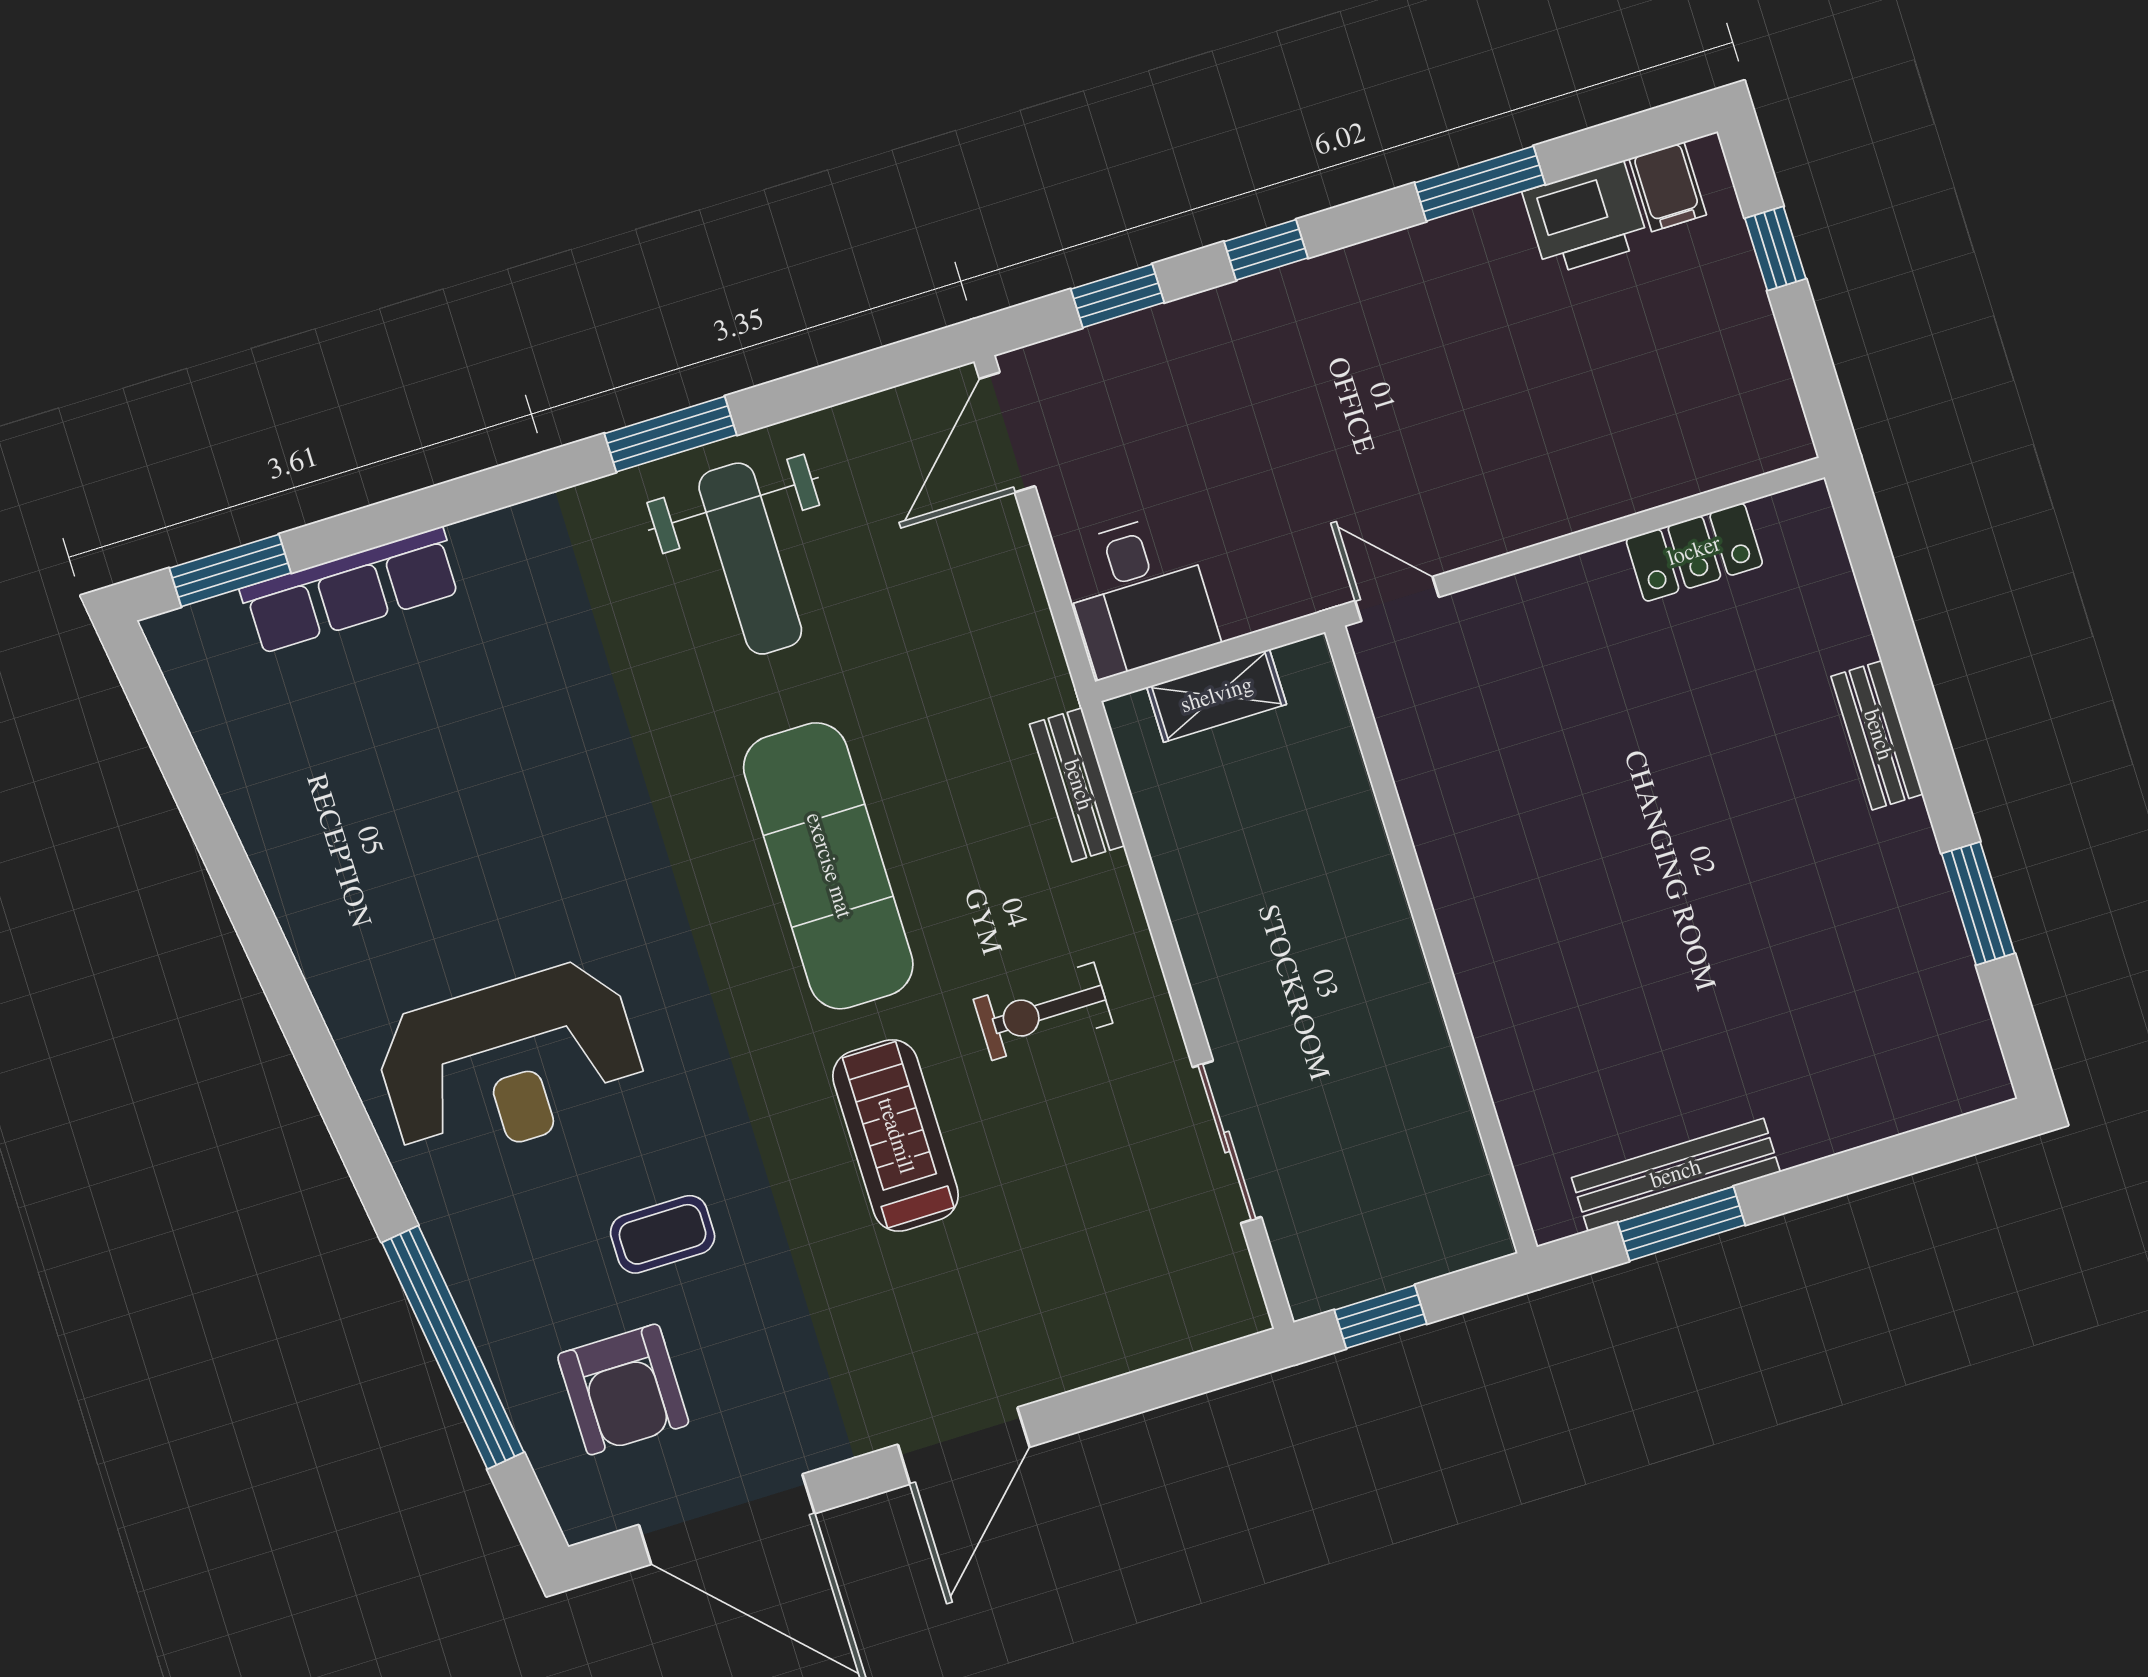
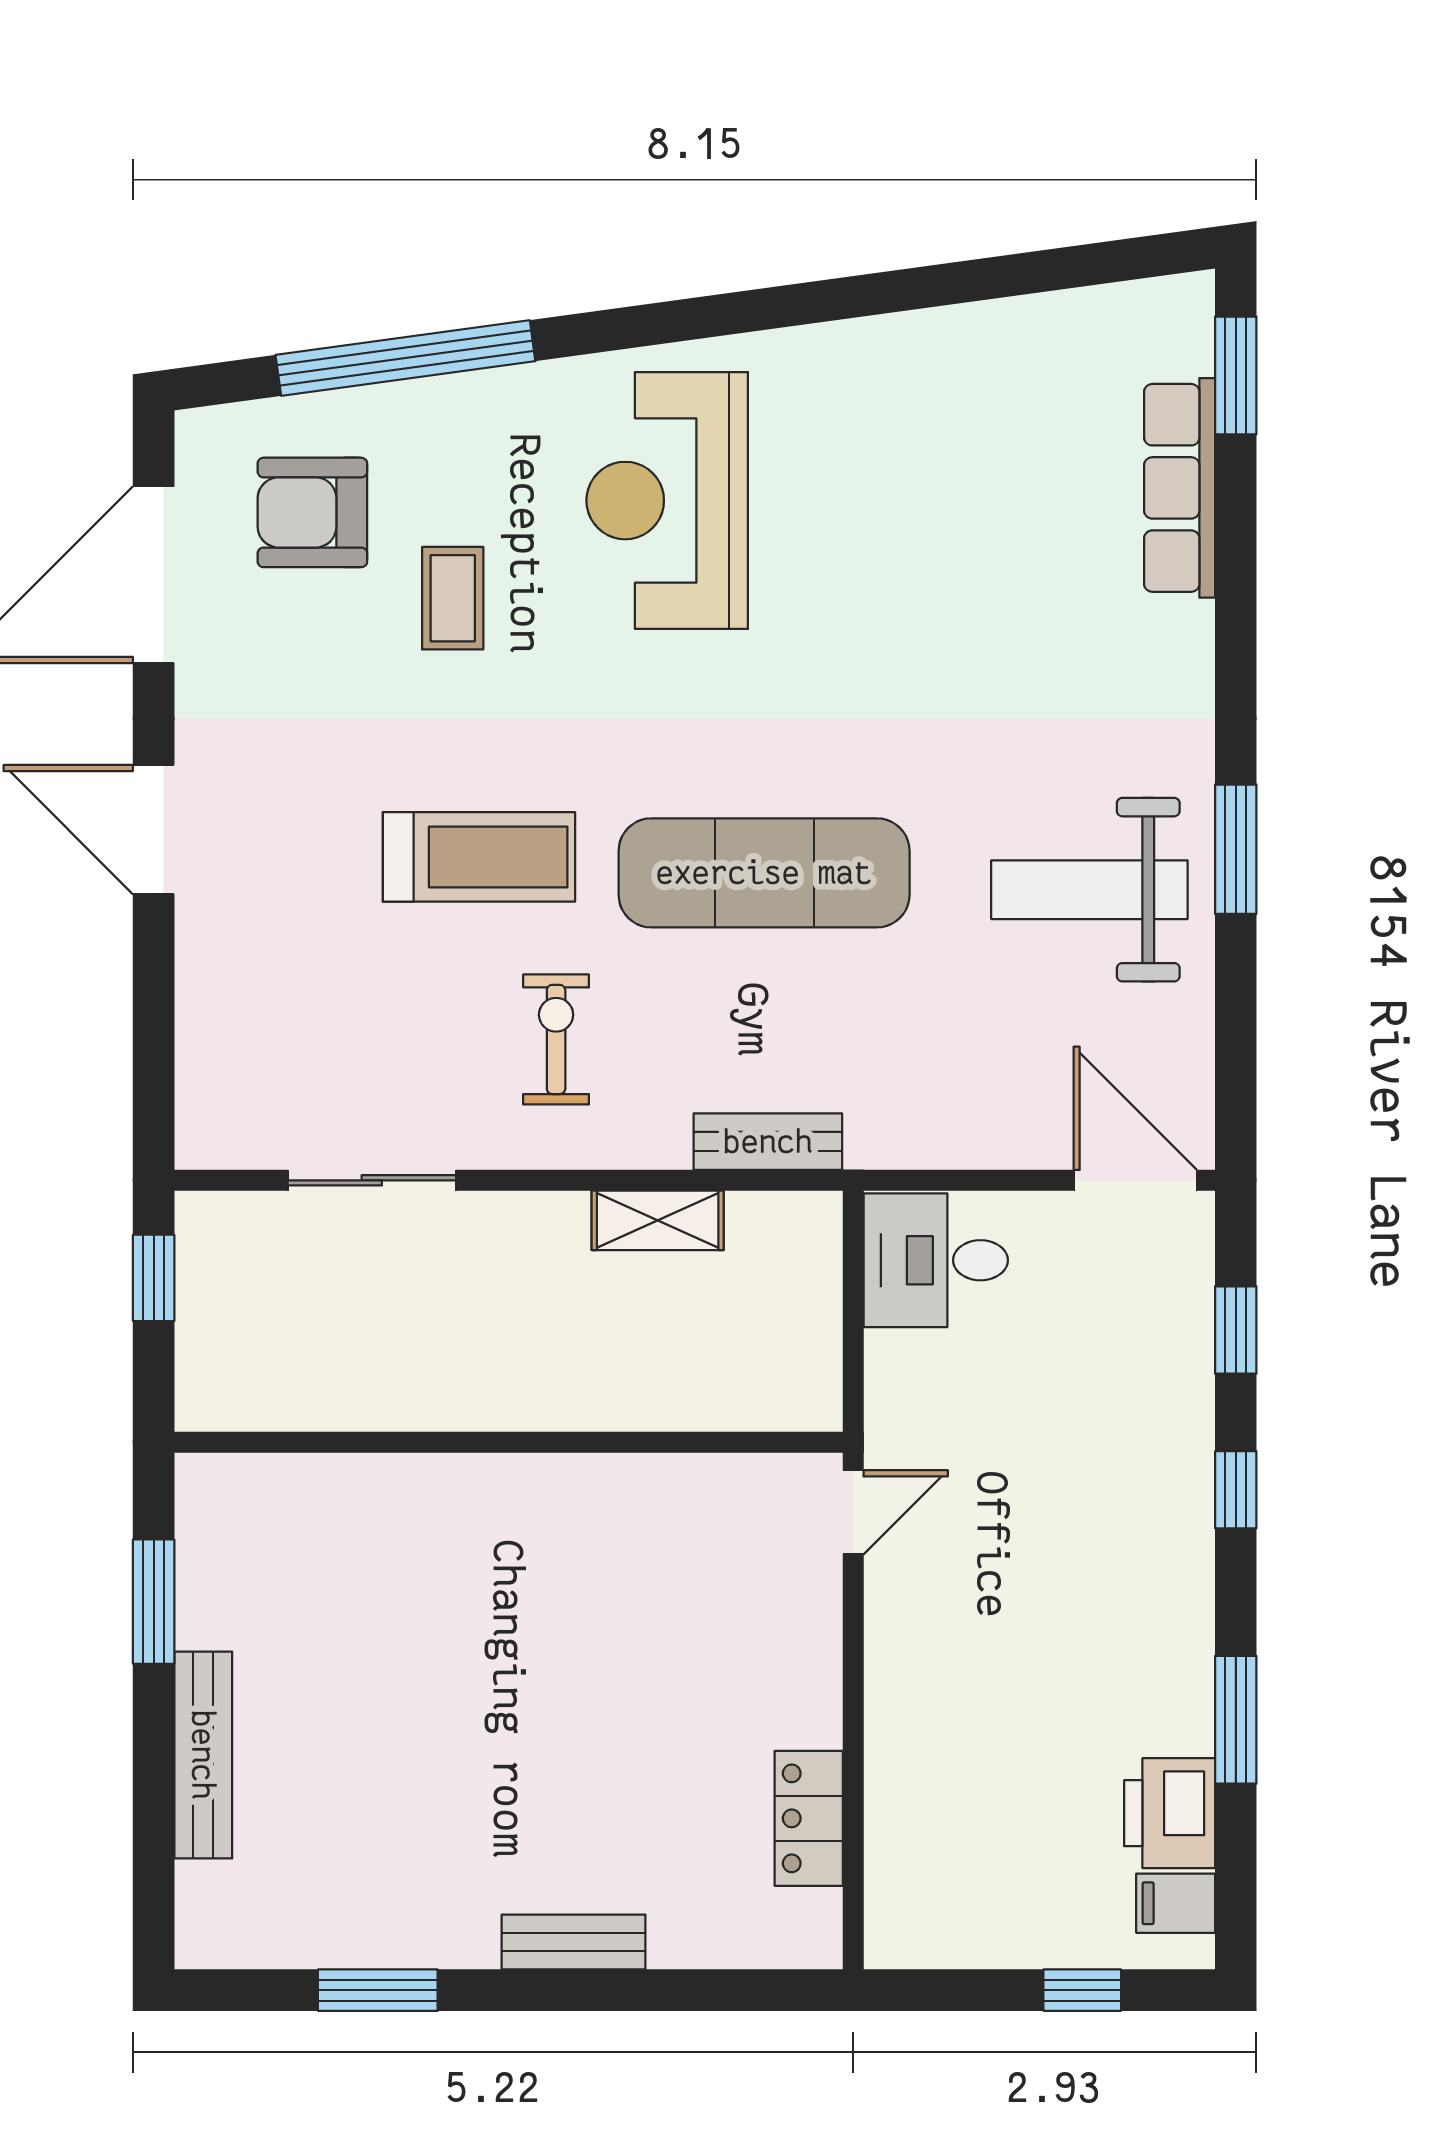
shelving: (1217, 696) -> (658, 1220), moved, turned 90
bench: (1676, 1175) -> (203, 1755), moved

